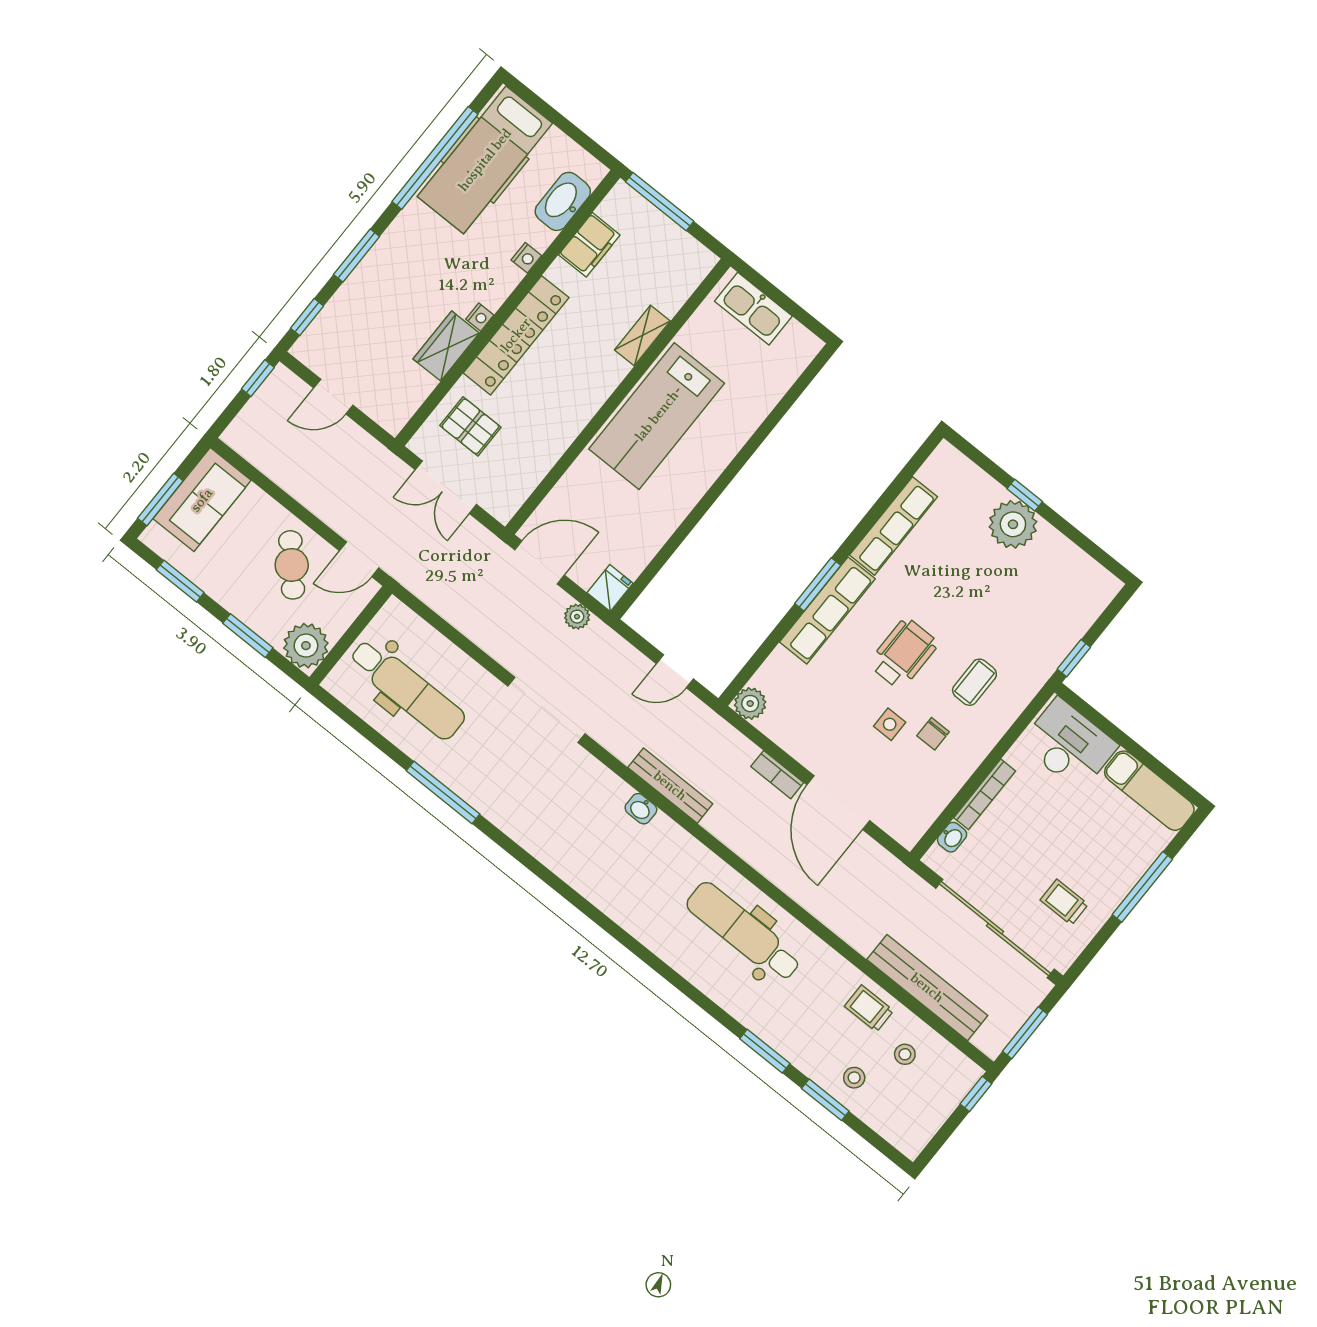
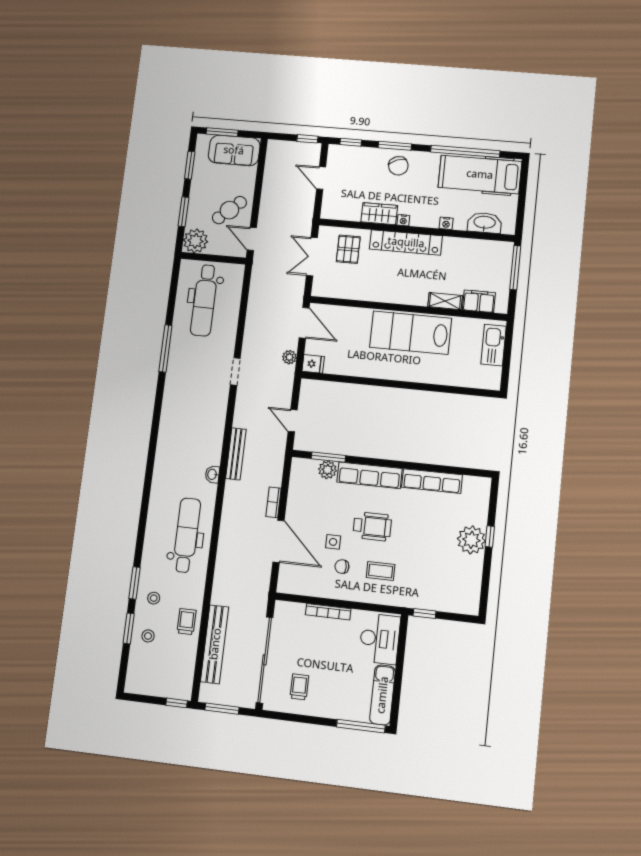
filing cabinet: (589, 245) -> (479, 301), moved, turned 180
chair: (391, 270) -> (398, 166), added
window: (818, 584) -> (328, 457), moved
plant: (750, 704) -> (327, 470), moved
doorway: (546, 710) -> (235, 371), width x0.53
door: (838, 803) -> (279, 541), swing flipped
washbasin: (641, 809) -> (212, 474), moved
washbasin: (952, 837) -> (297, 609), removed
window: (1142, 887) -> (361, 726), moved
stool: (905, 1054) -> (154, 598), moved

